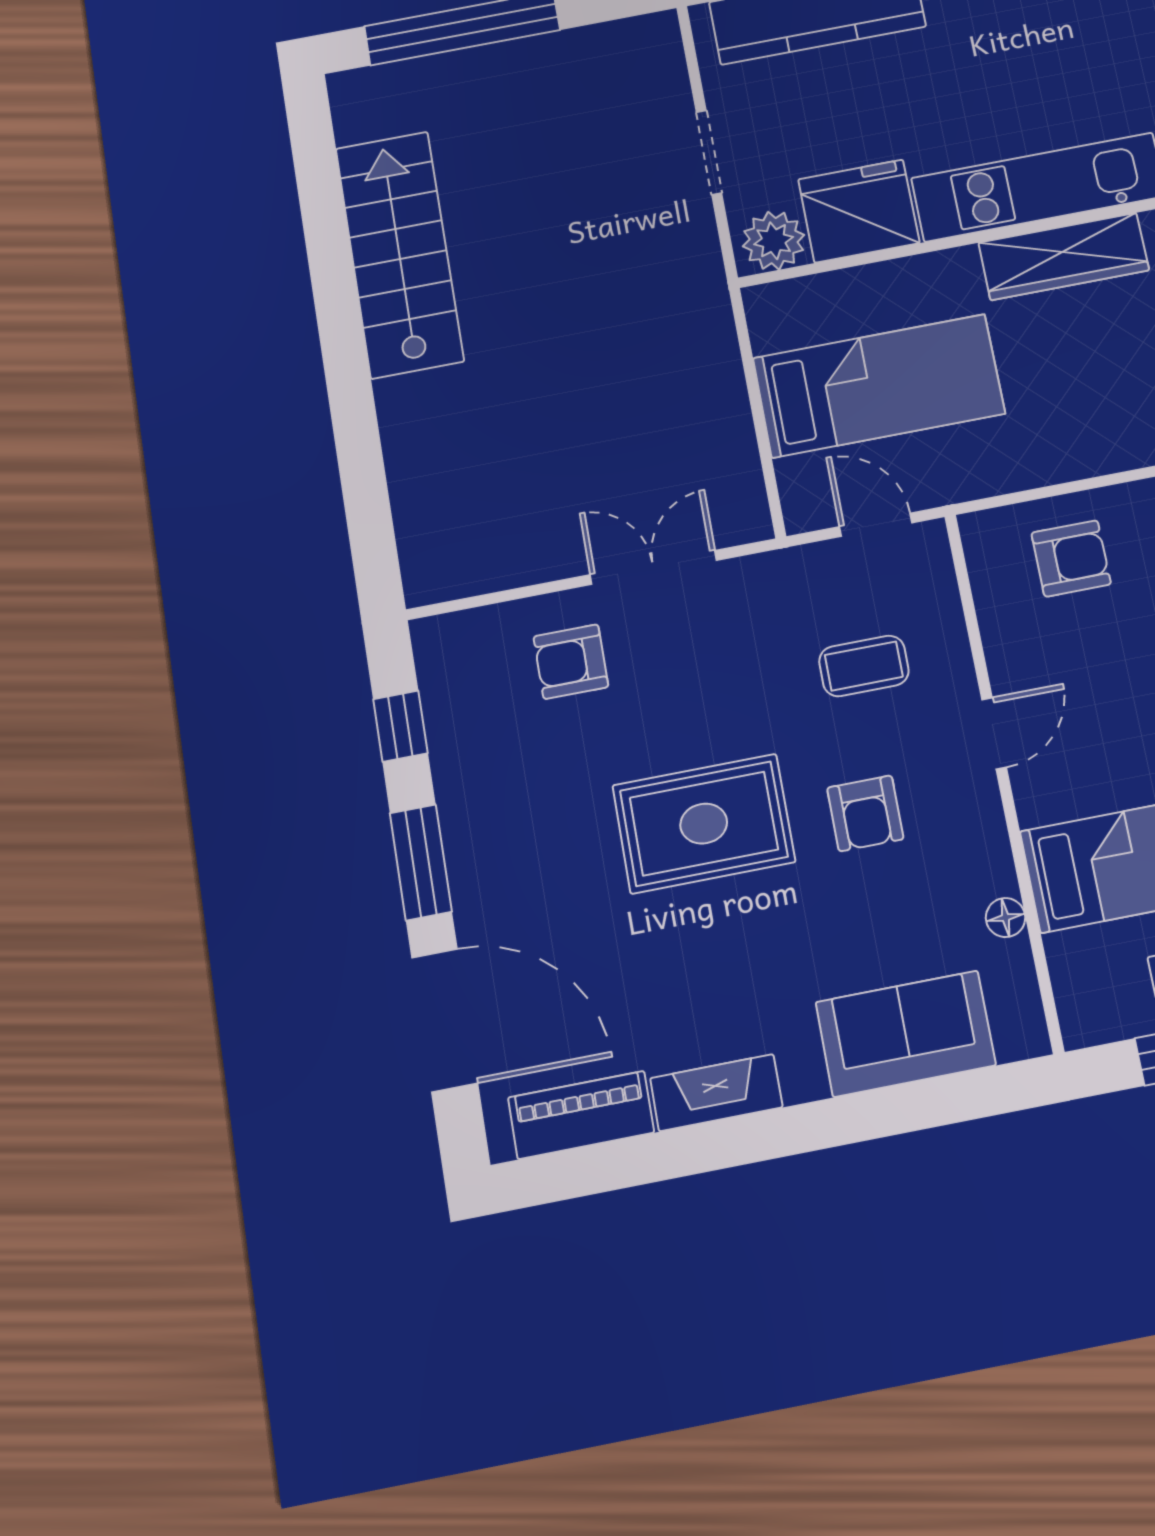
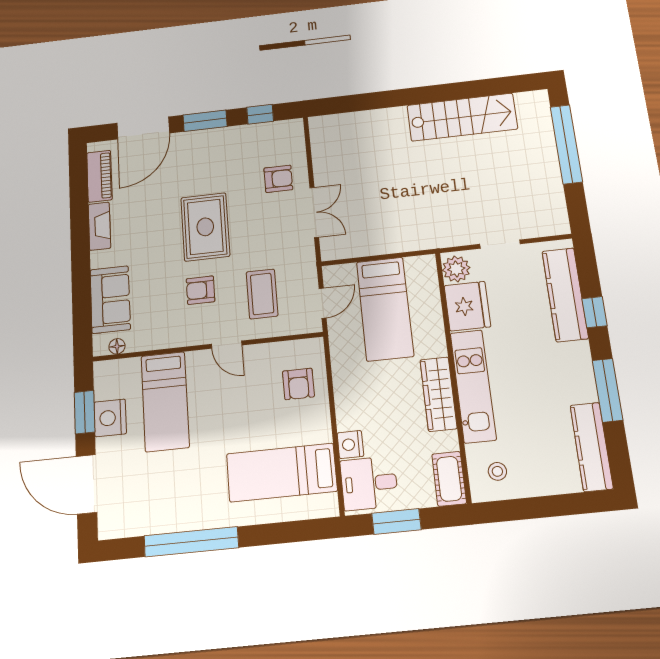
armchair: (571, 662) -> (278, 179), turned 90
coffee table: (864, 666) -> (262, 294), width x1.36, depth x1.30
floor lamp: (1006, 918) -> (117, 346), moved

